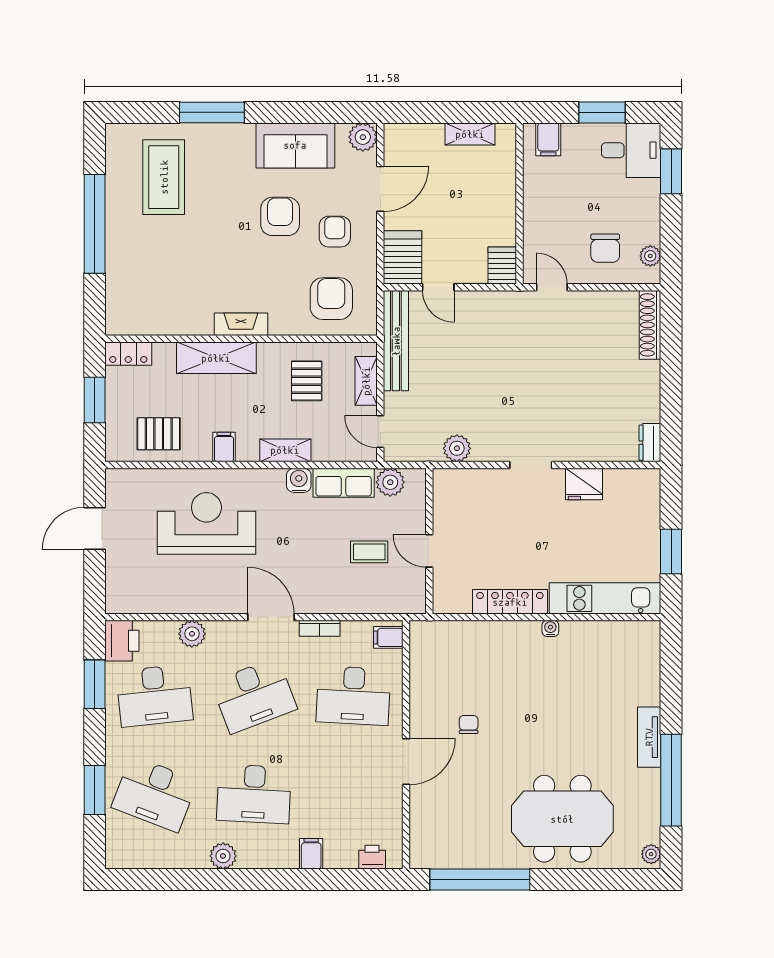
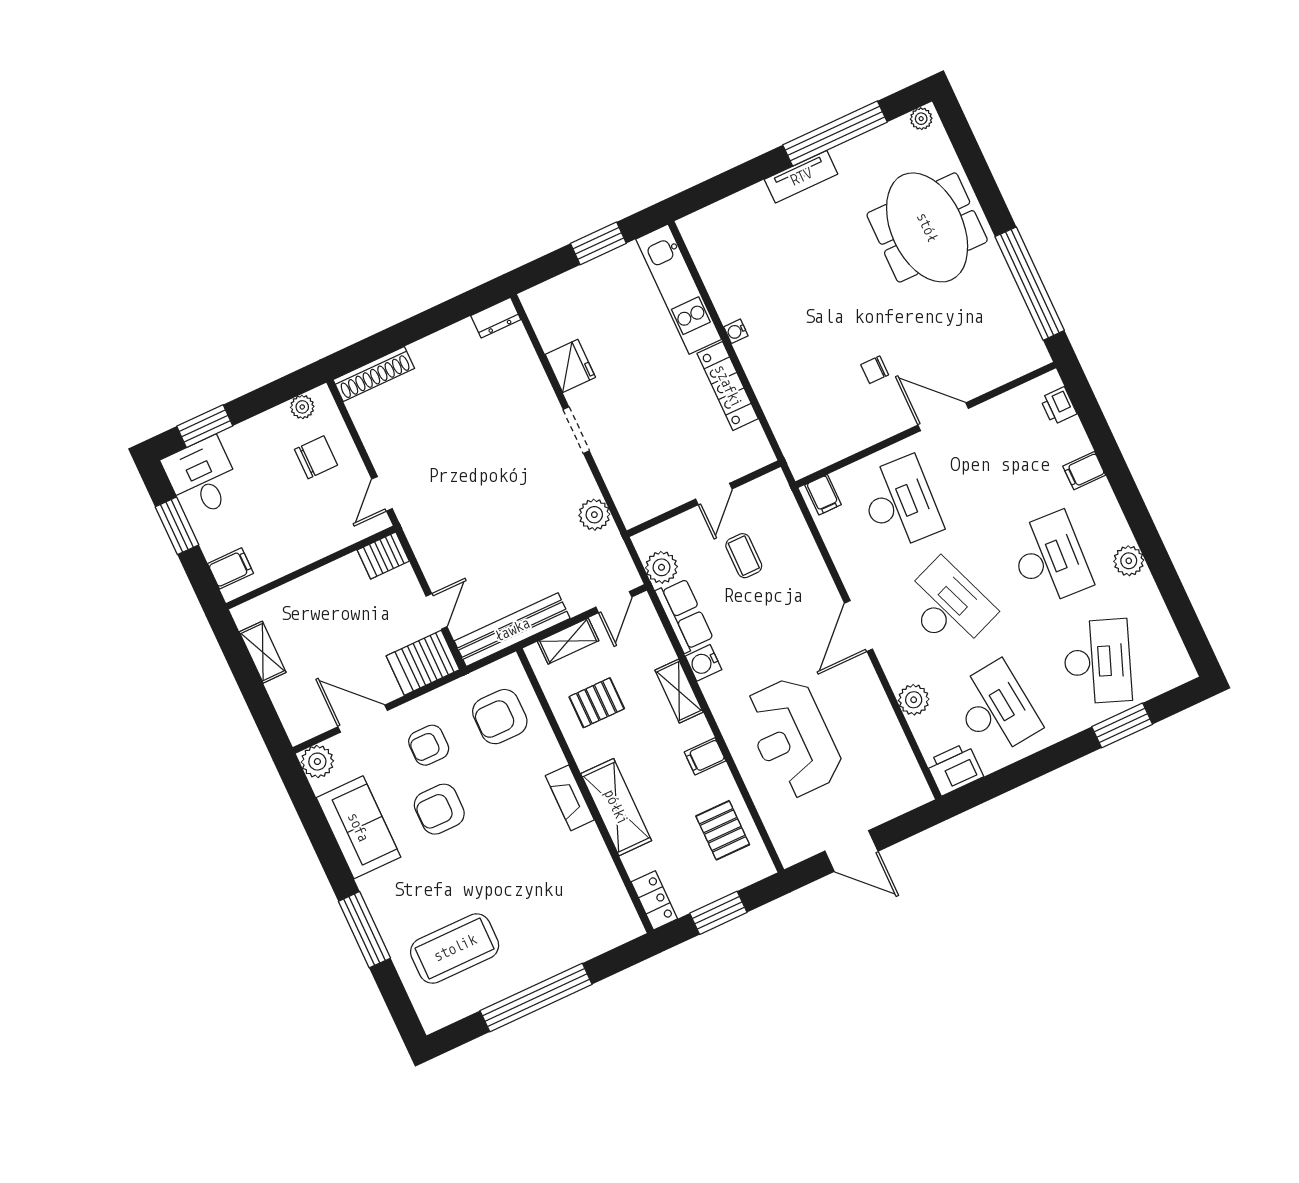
bookcase: (320, 628) -> (847, 570), removed
window: (95, 684) -> (1013, 776), removed

